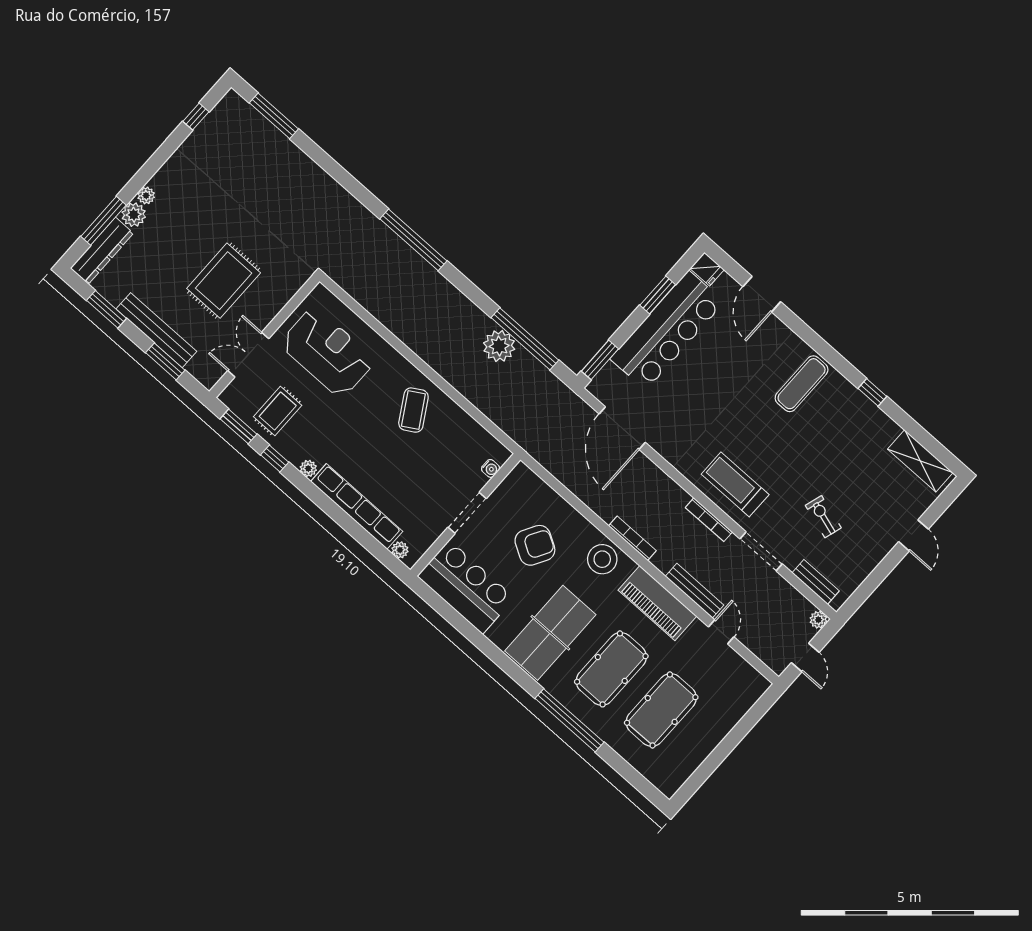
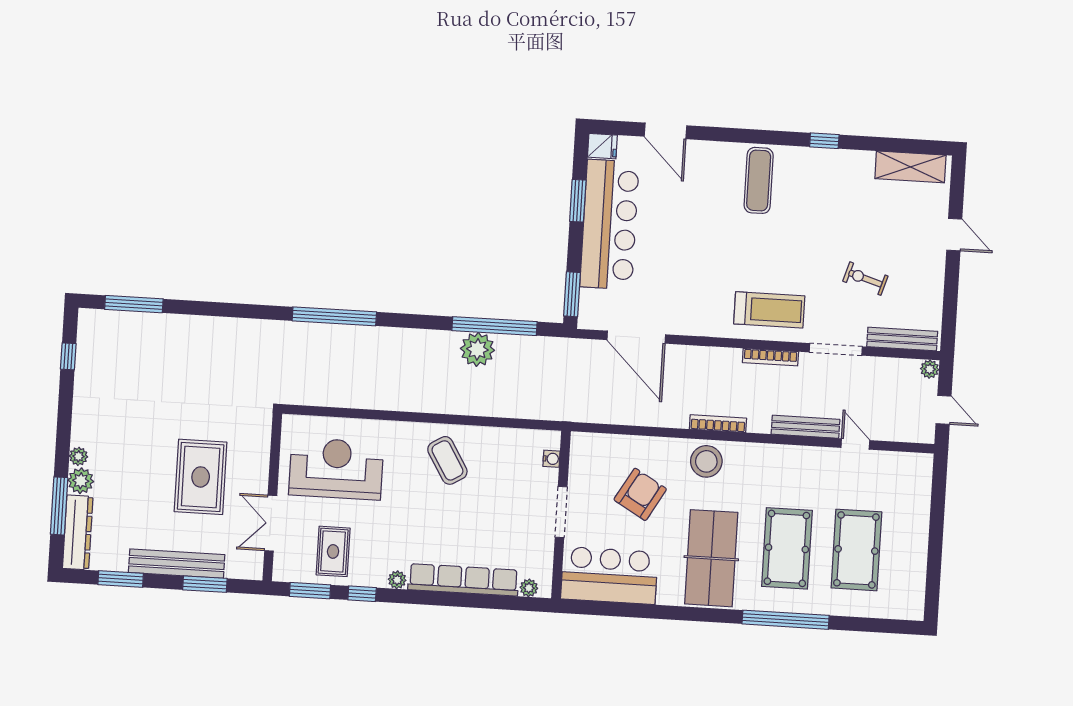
treadmill: (735, 484) -> (769, 310), turned 180
bench: (816, 582) -> (902, 339), width x1.36
piano: (657, 603) -> (782, 462), removed

